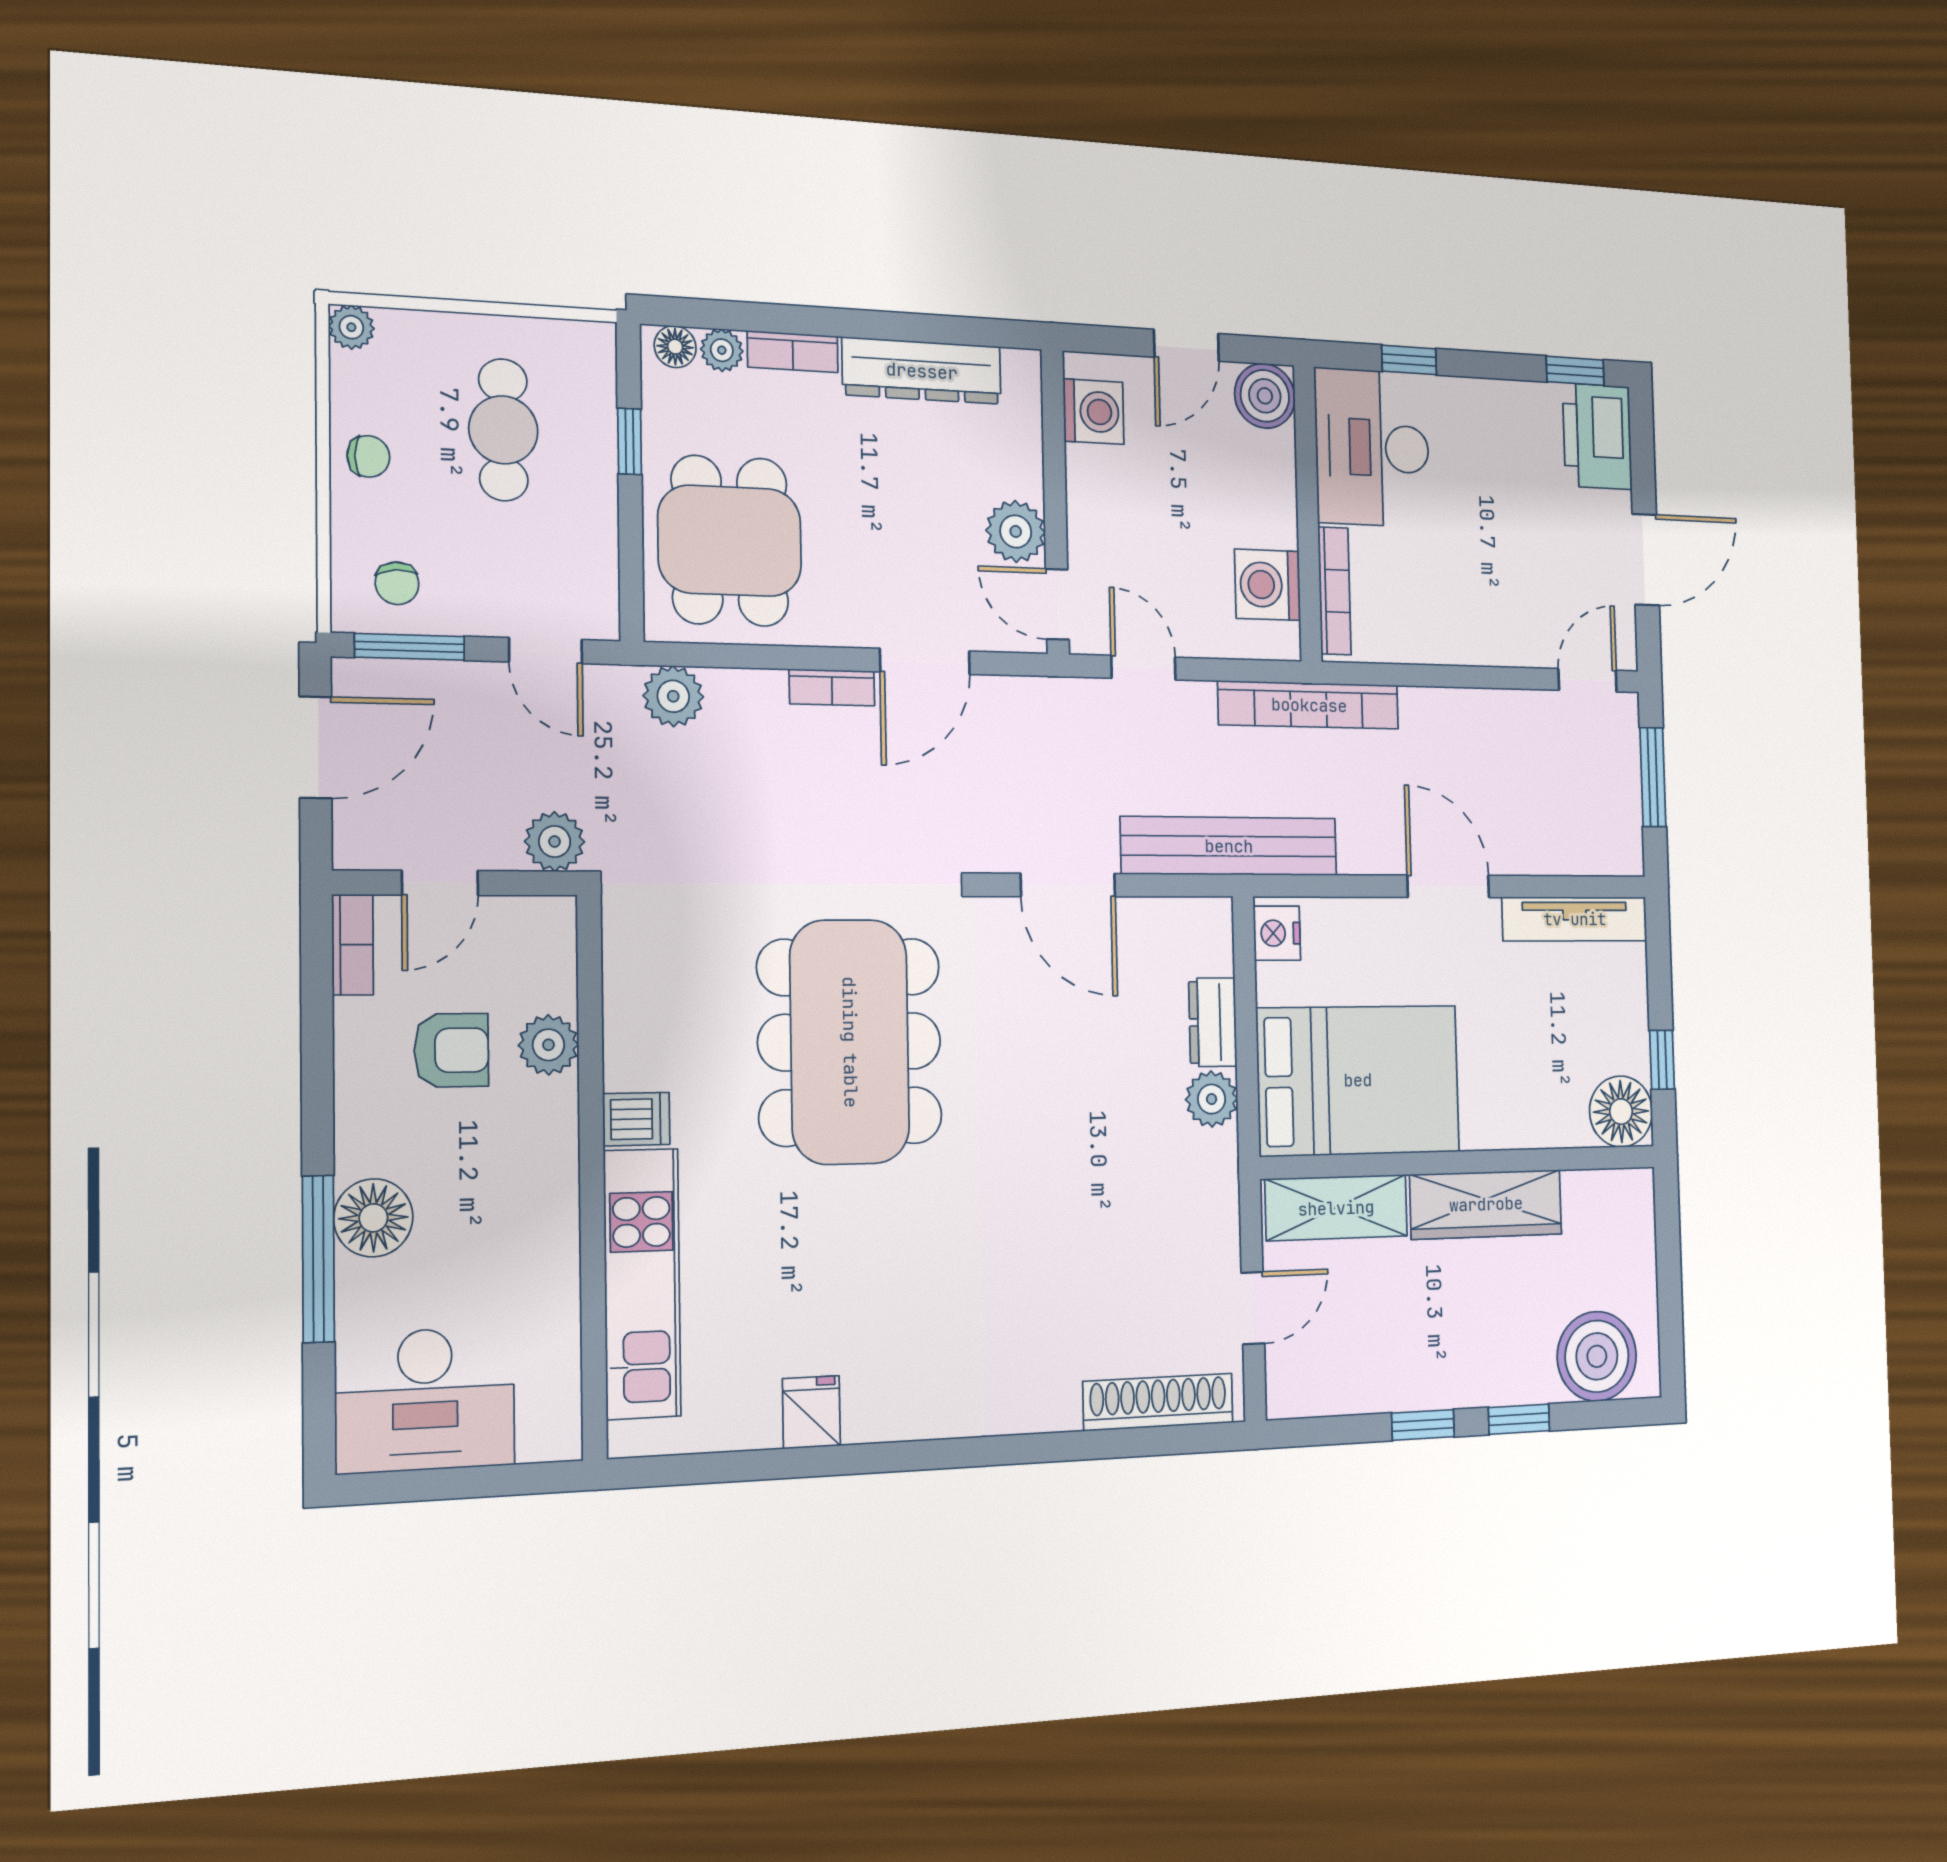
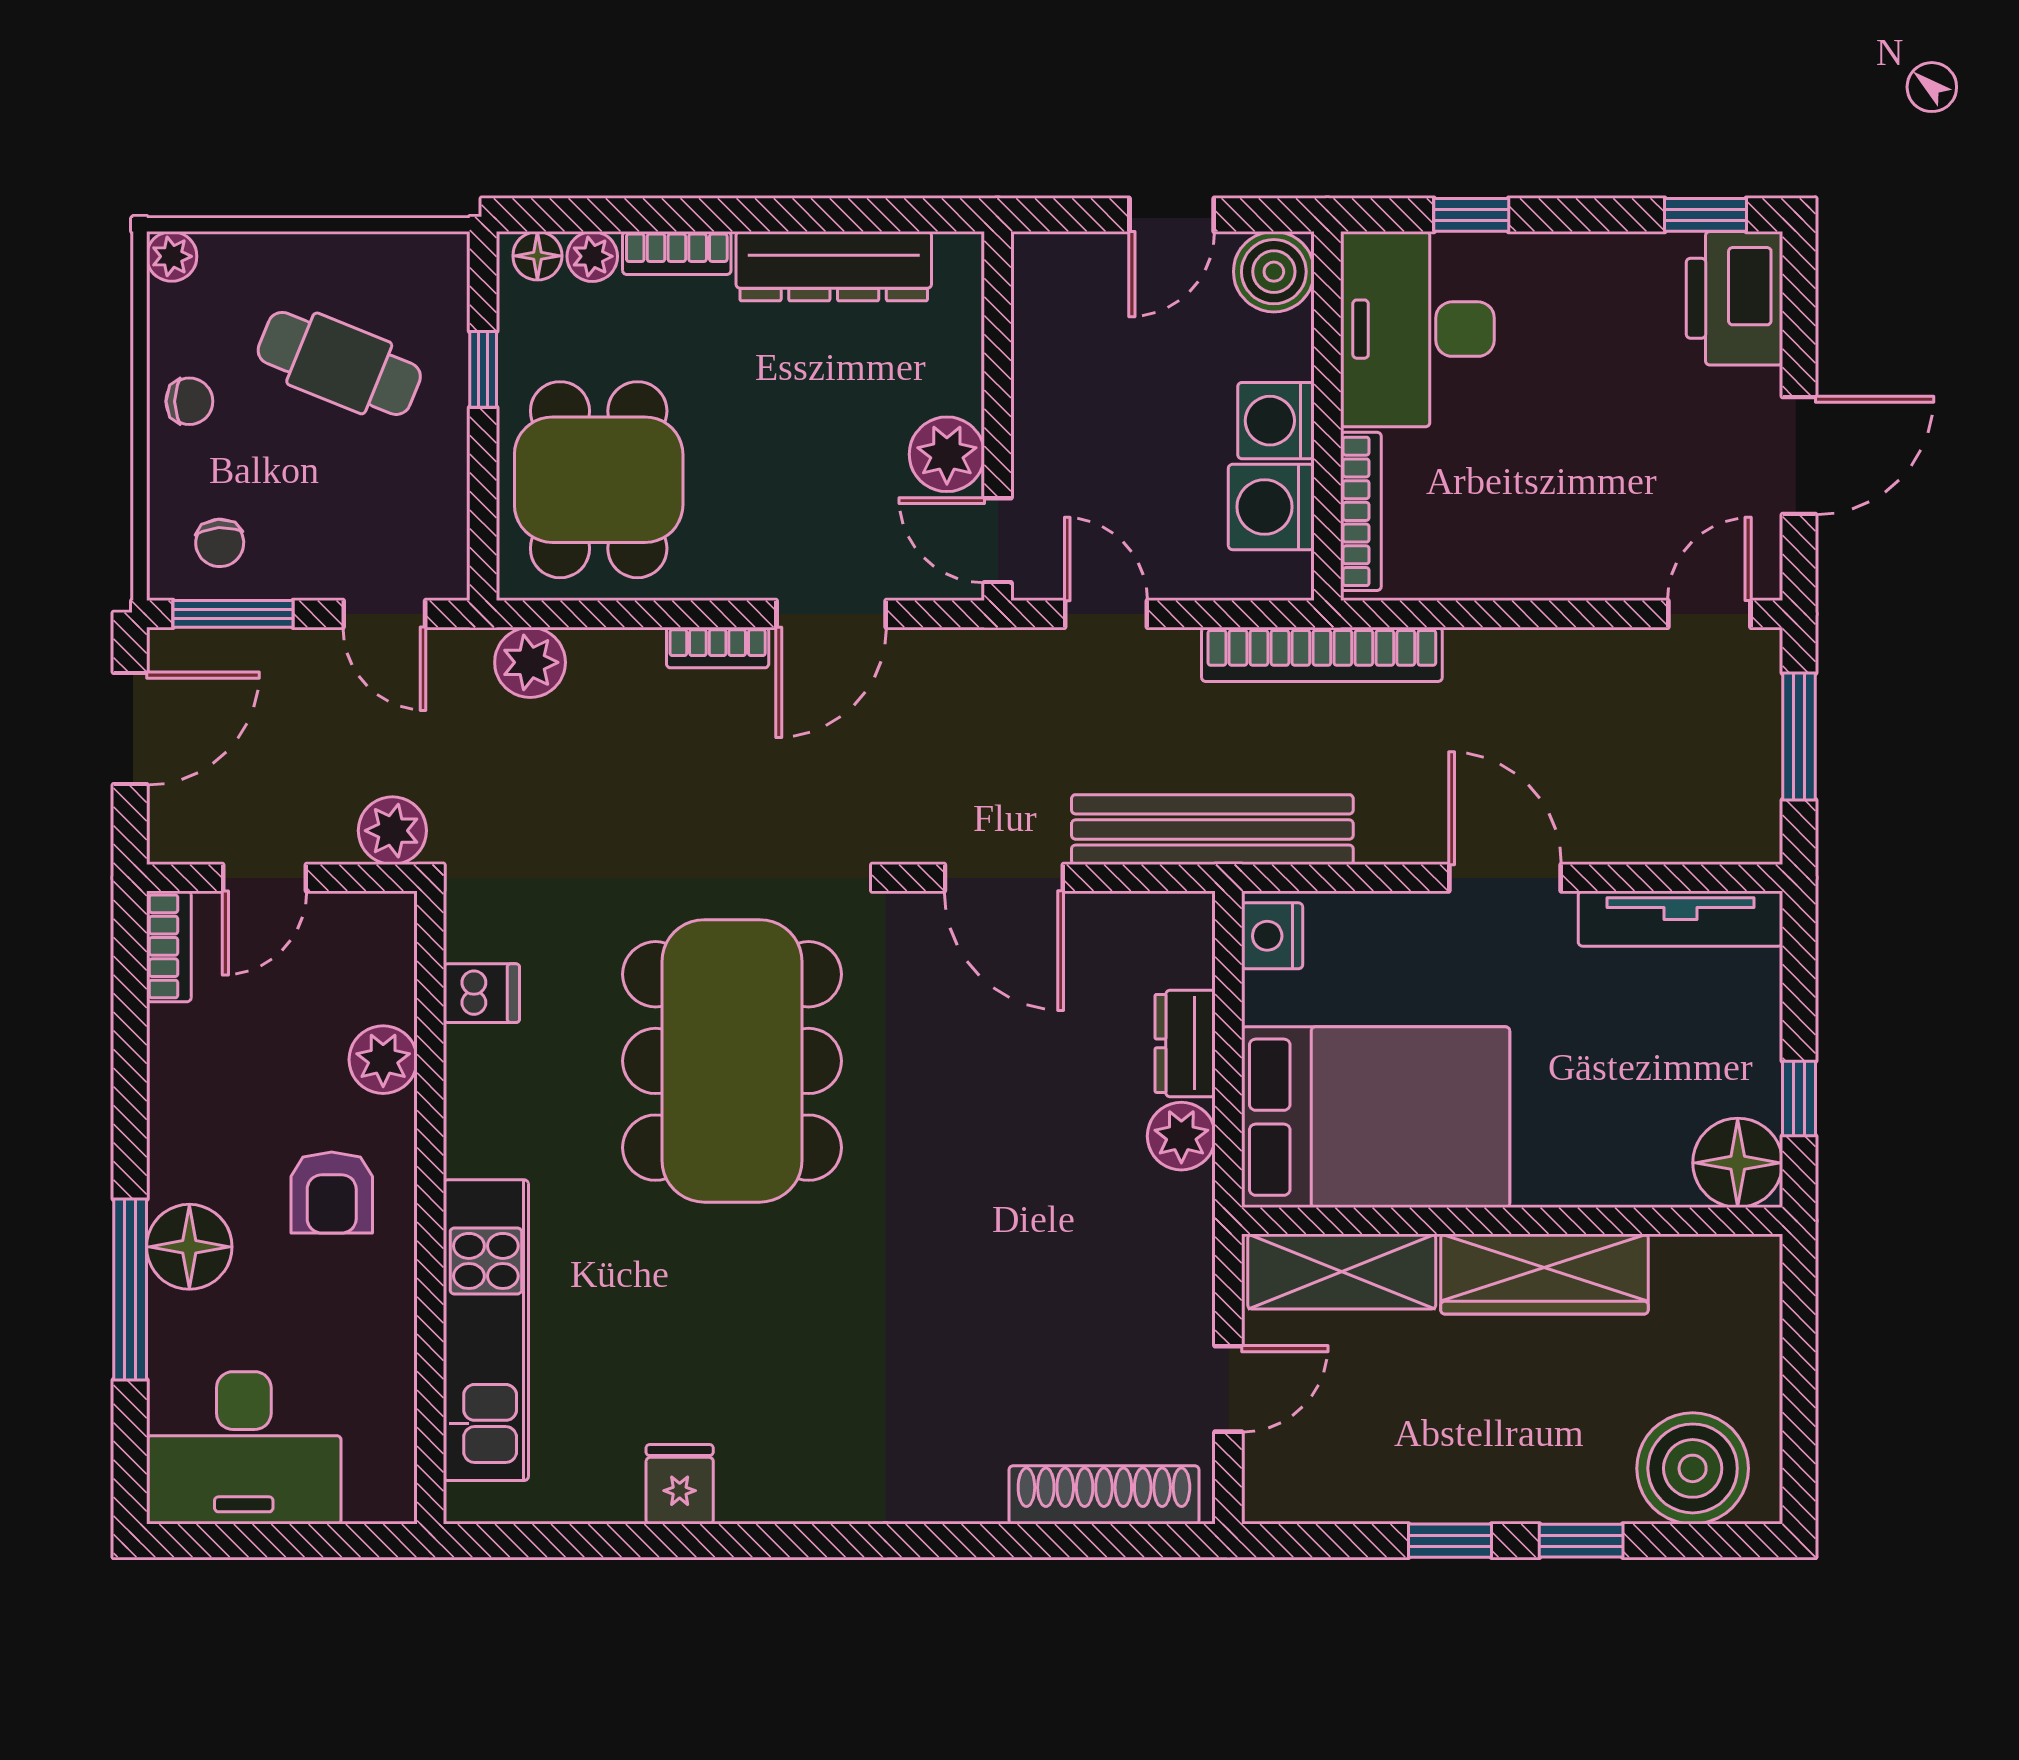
washing machine: (1094, 412) -> (1276, 421), moved, turned 180
cafe table: (503, 430) -> (339, 363), turned -68
armchair: (451, 1050) -> (332, 1193), moved, turned 90
dishwasher: (636, 1119) -> (481, 993), moved

